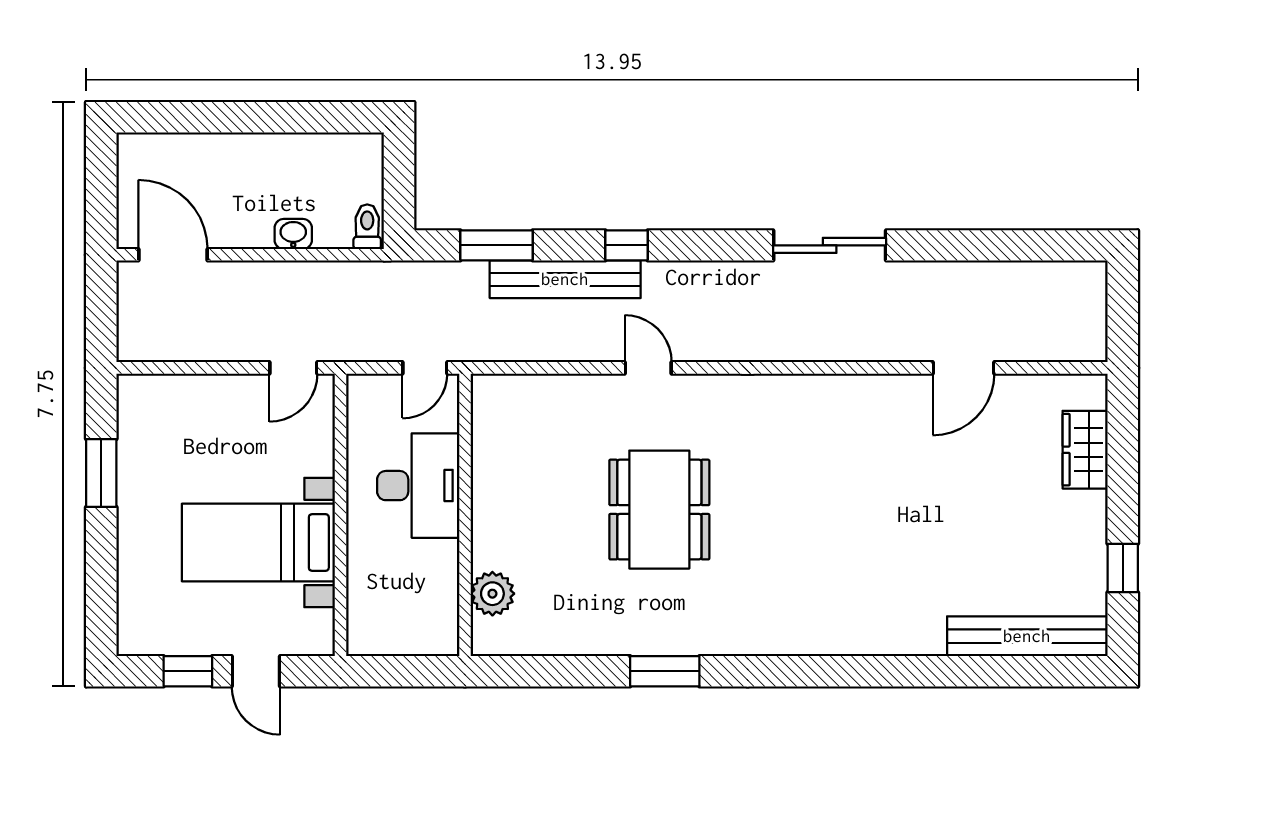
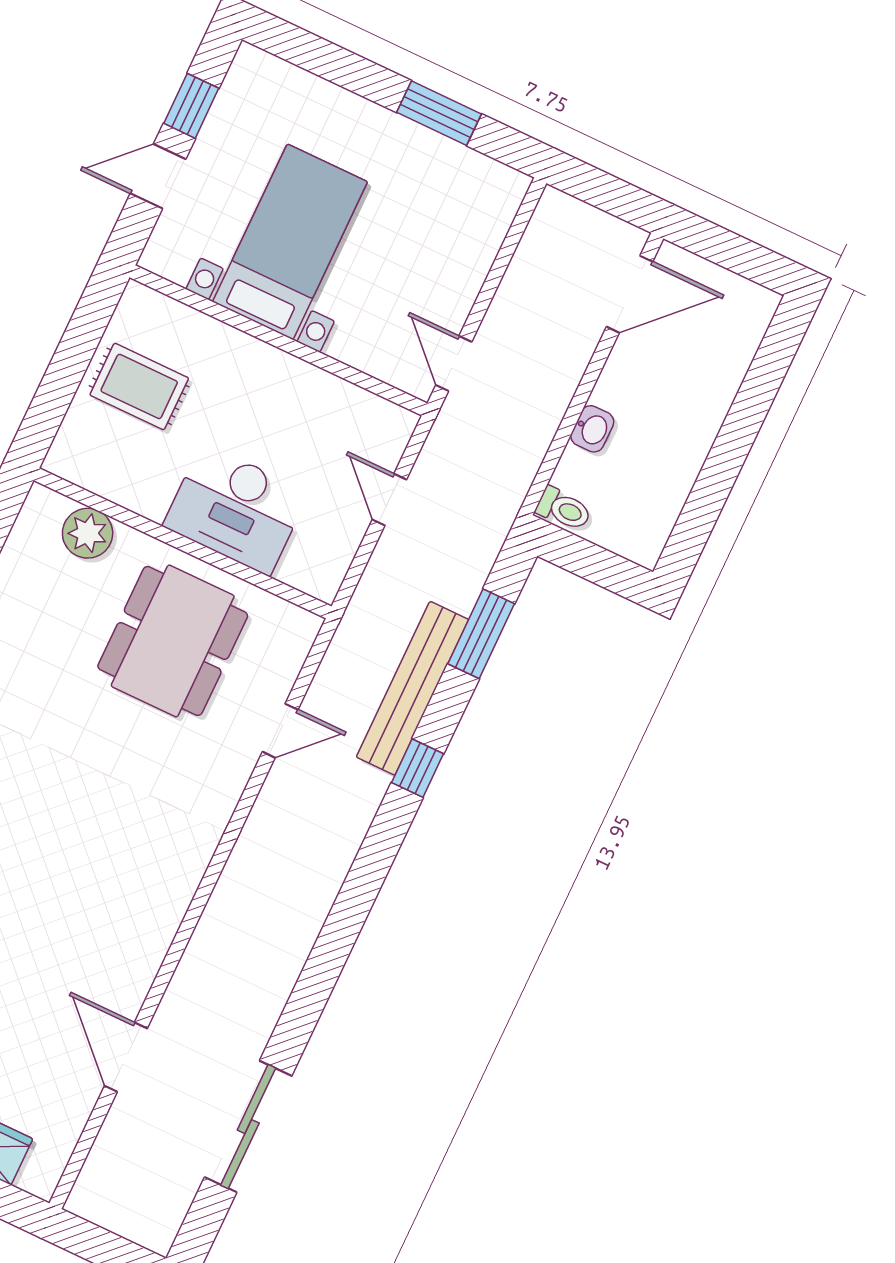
sliding door: (830, 245) -> (248, 1127), moved
desk: (418, 486) -> (236, 509), moved
dining table: (659, 510) -> (173, 641), moved, turned 90
wall: (465, 515) -> (183, 543), moved
plant: (492, 594) -> (88, 533), moved
rug: (429, 608) -> (139, 386), added

